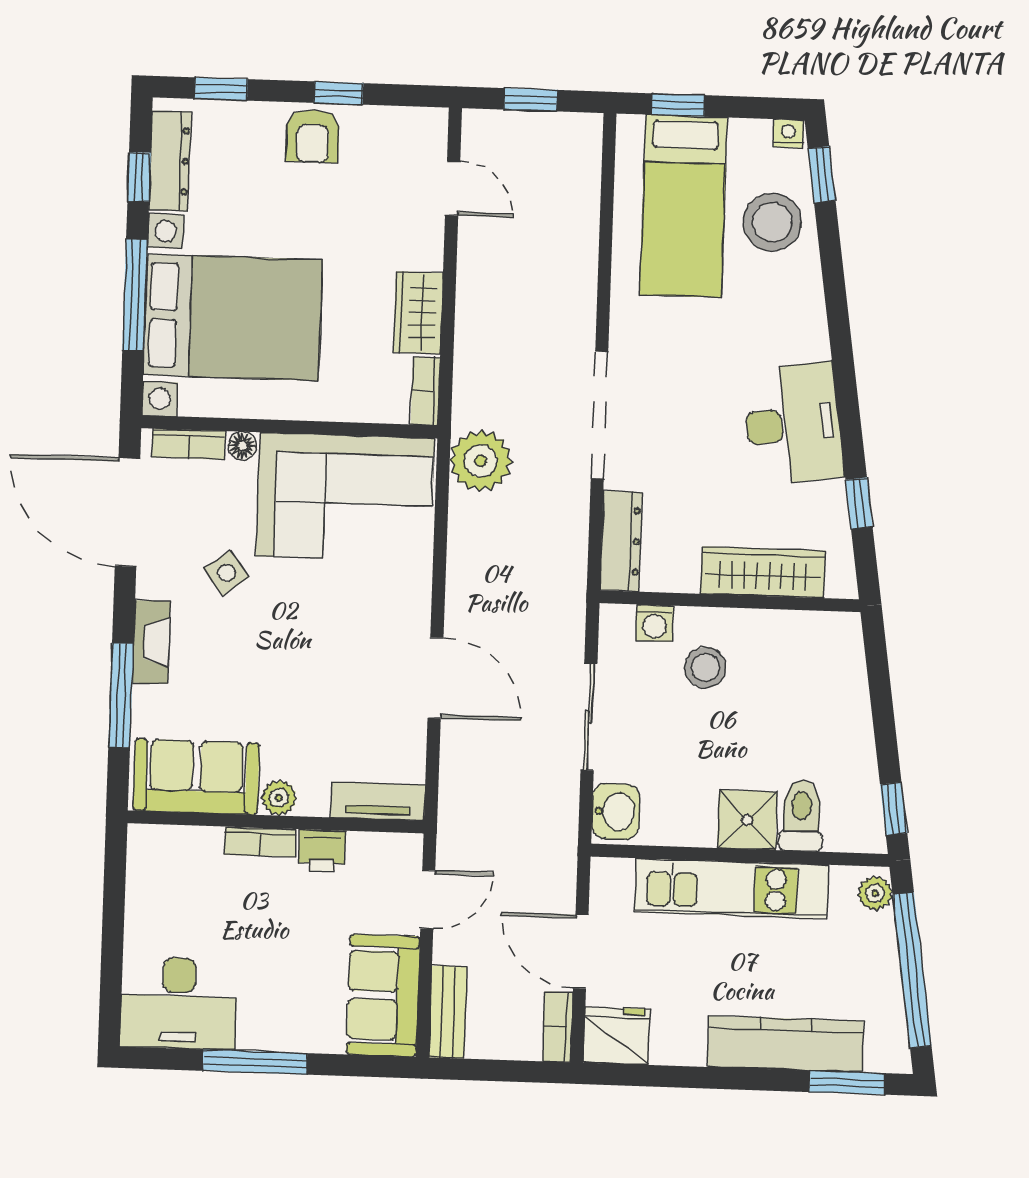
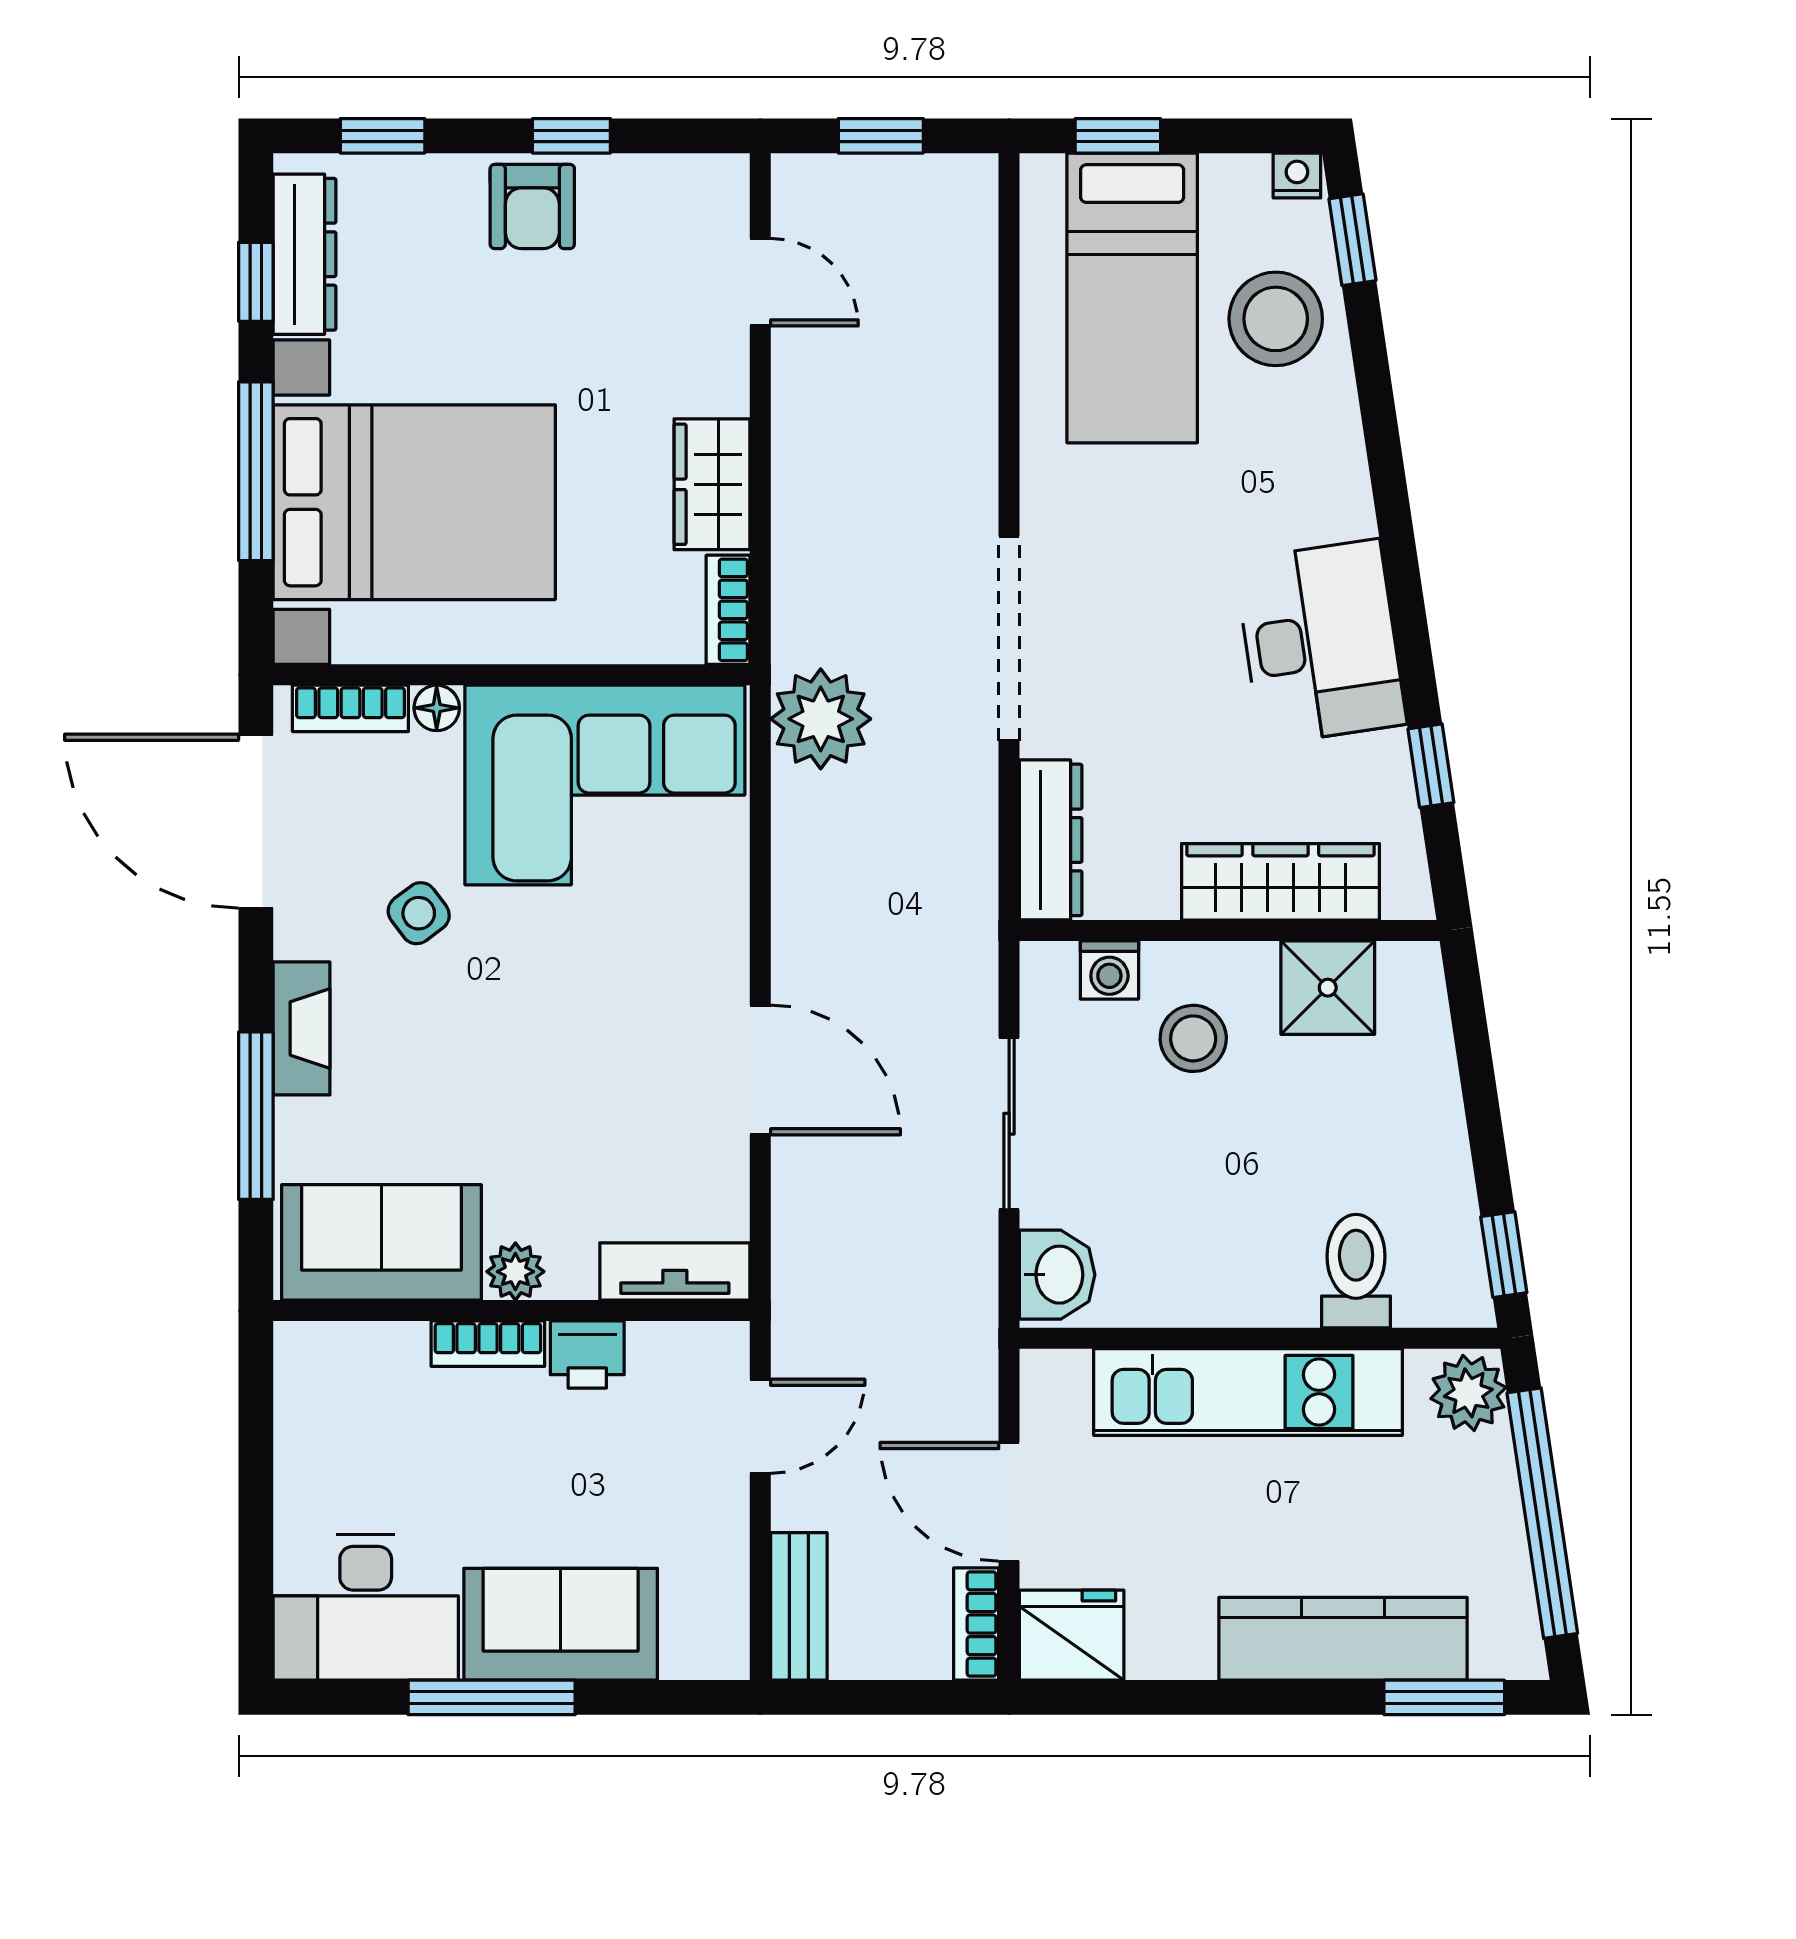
shower: (747, 820) -> (1328, 988), moved
plant: (875, 893) -> (1468, 1393), width x1.38, depth x1.38
sofa: (383, 995) -> (561, 1624), moved, turned 90

